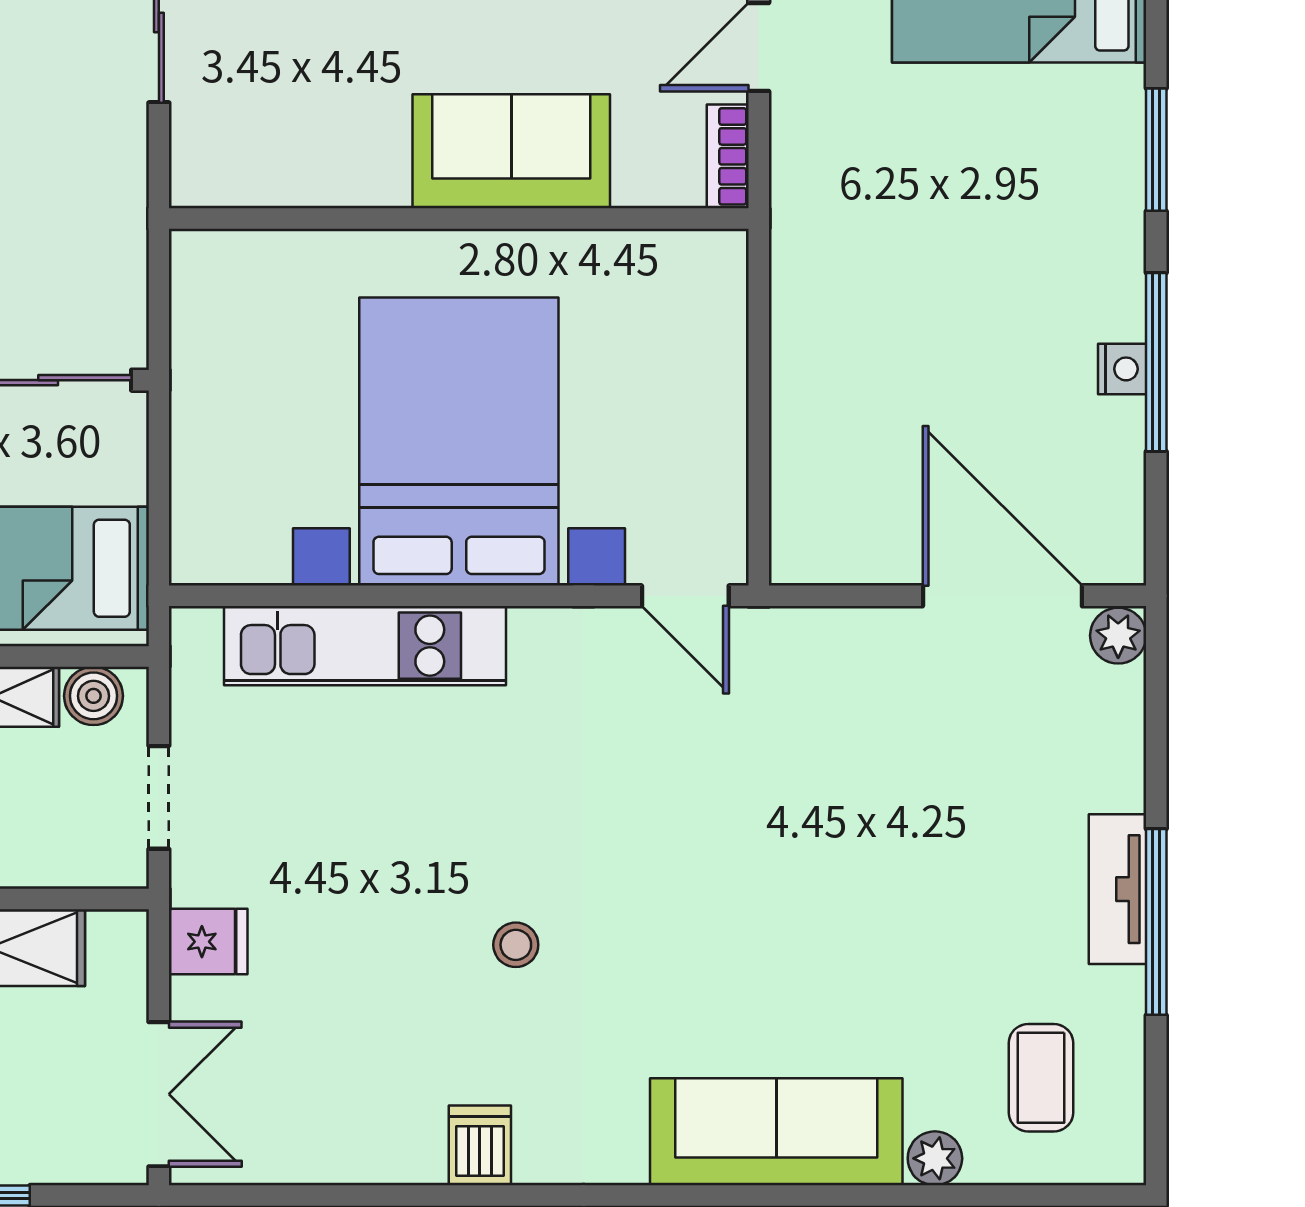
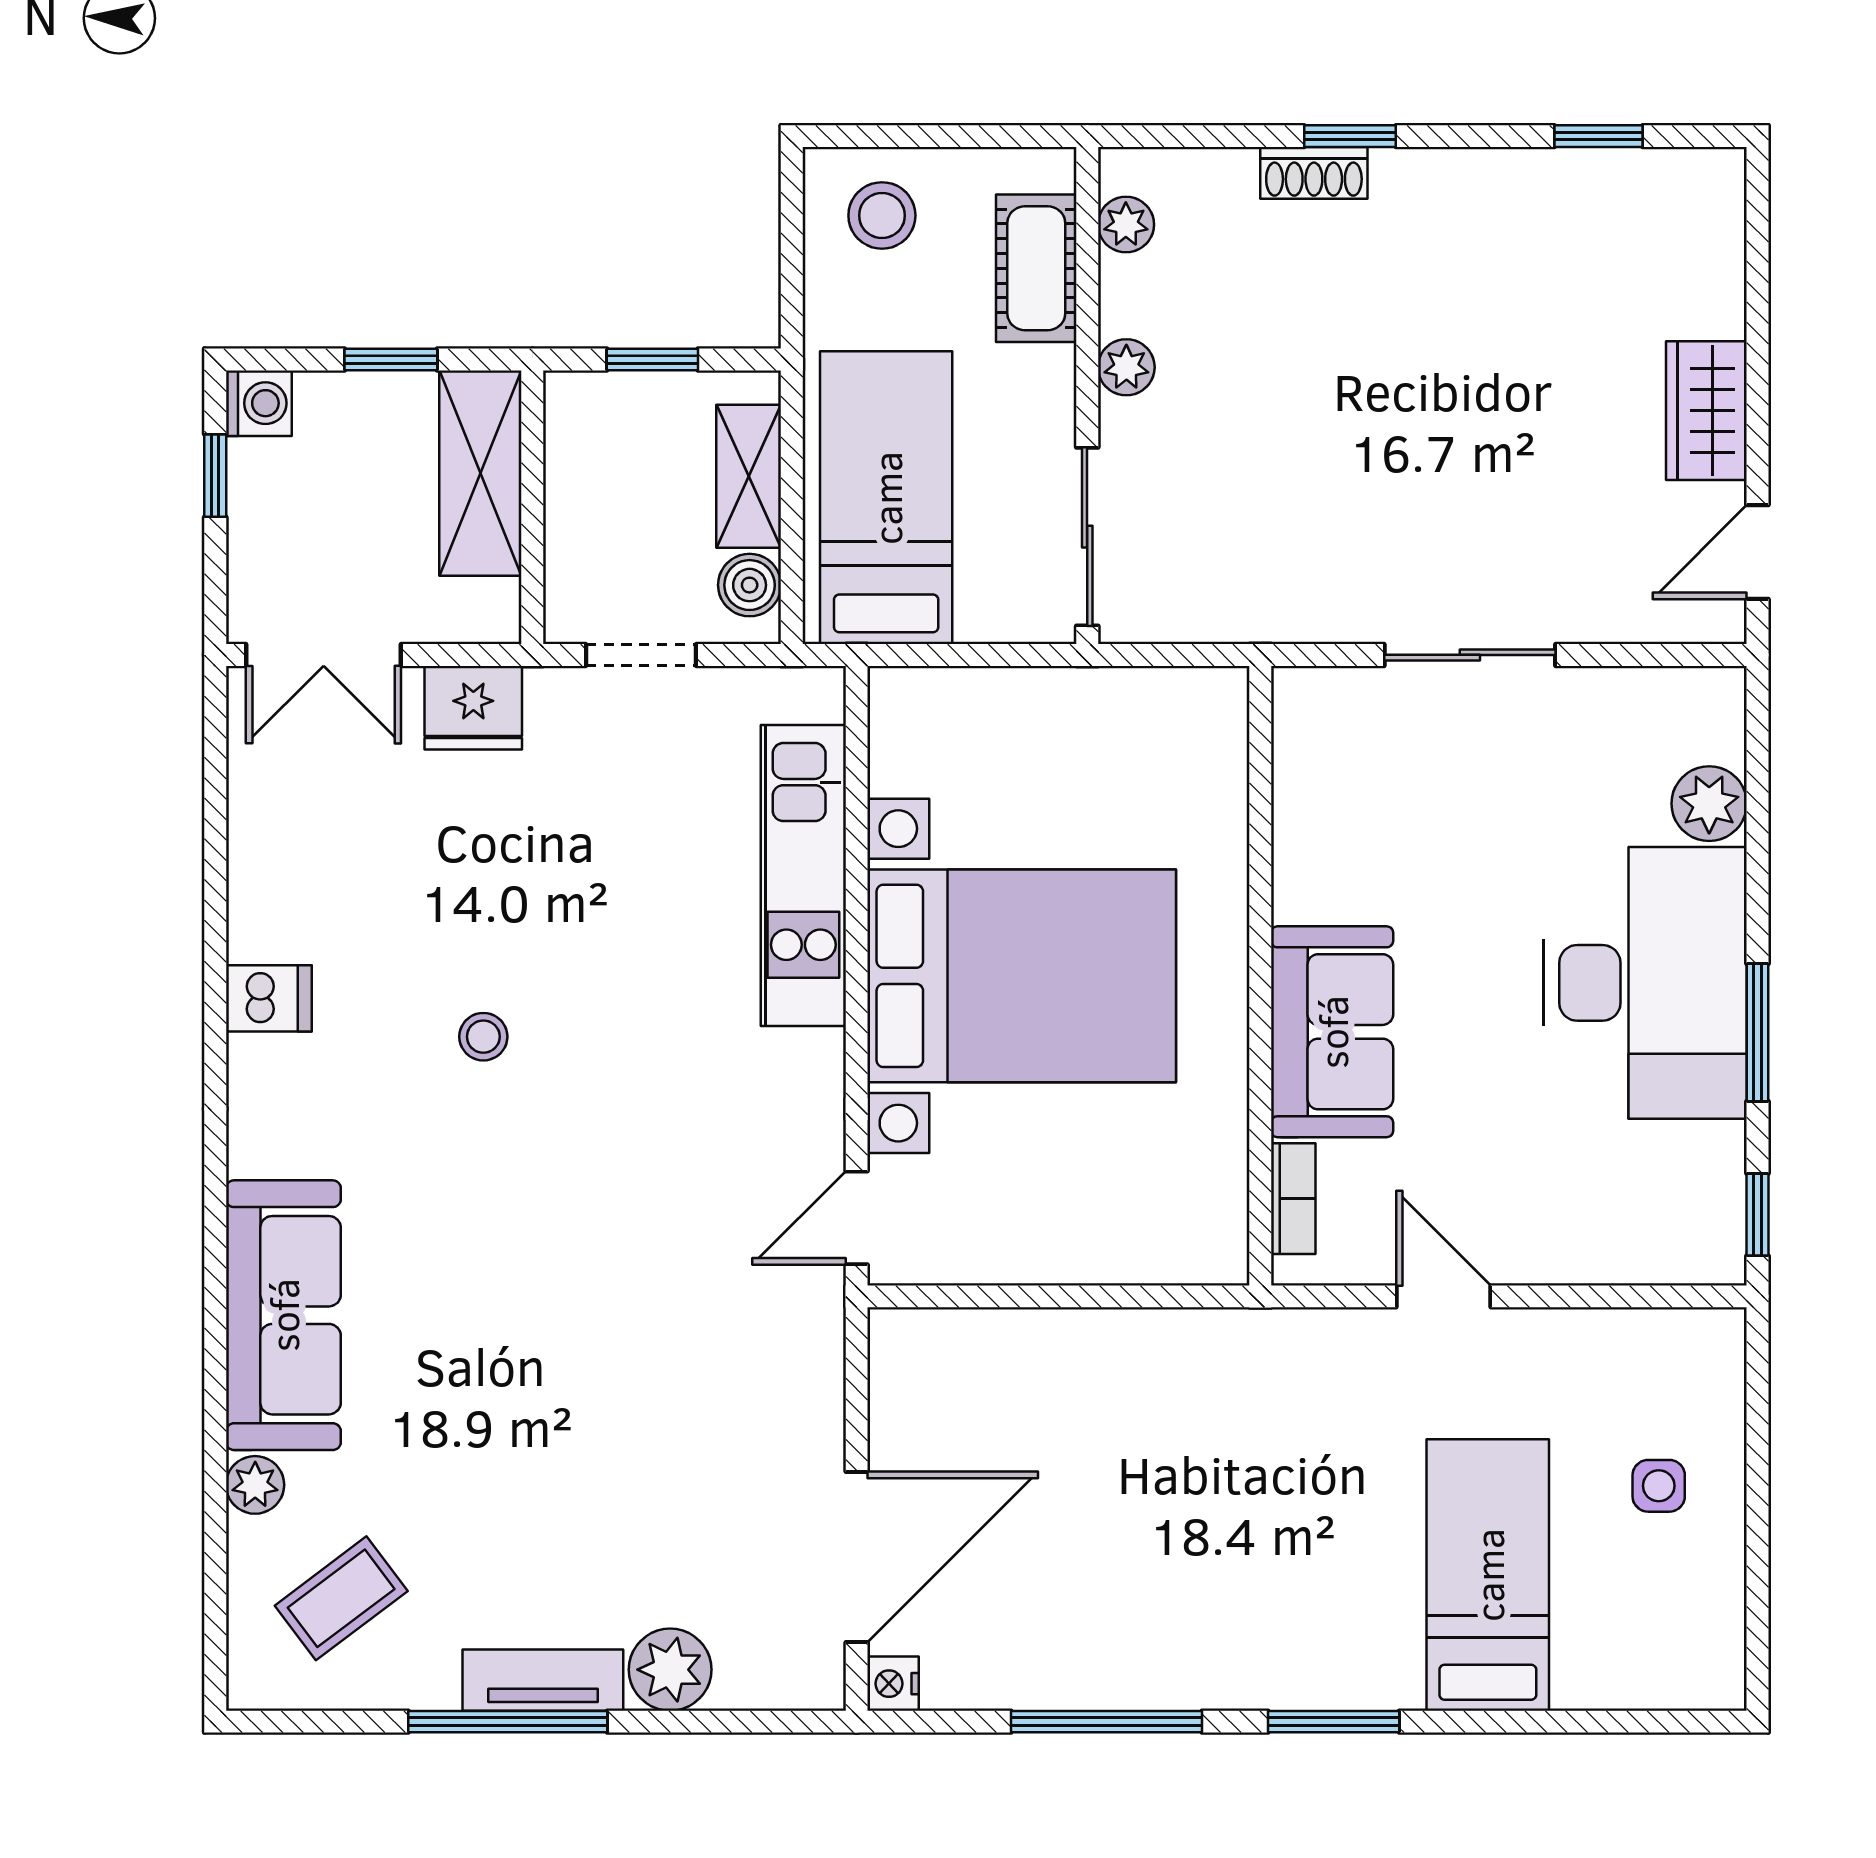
bookcase: (728, 156) -> (1293, 1199), moved, turned 90
nightstand: (1122, 369) -> (893, 1684), moved, turned 90
plant: (1118, 636) -> (670, 1670), moved, width x1.38, depth x1.38
fridge: (208, 942) -> (473, 708), width x1.38
coffee table: (1041, 1078) -> (341, 1598), turned -37

